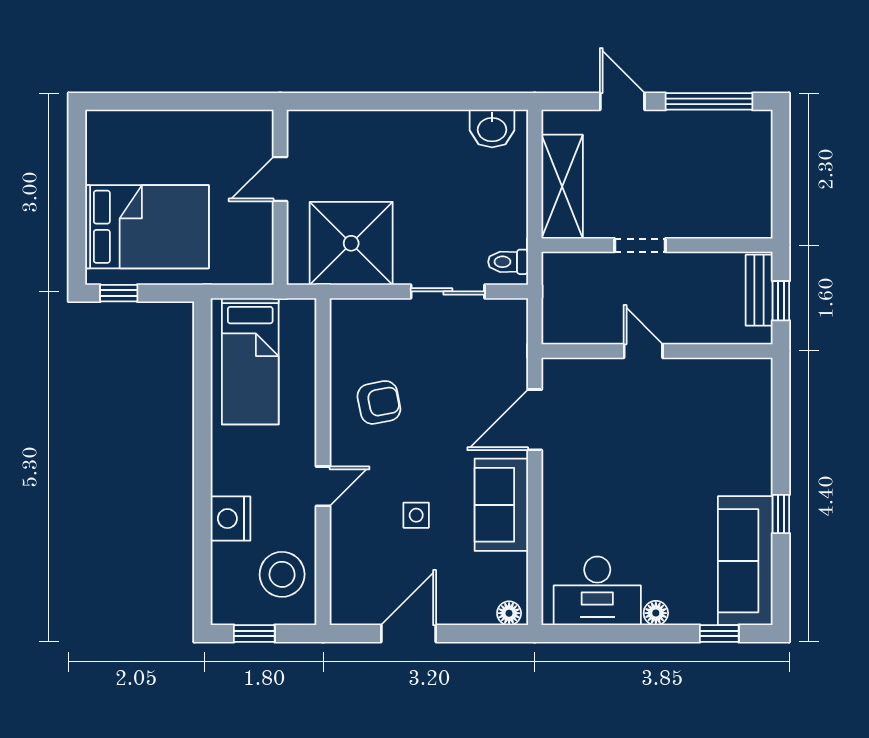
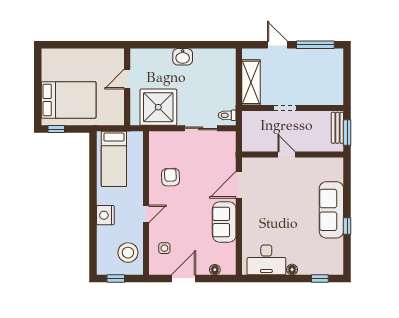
washbasin: (492, 128) -> (183, 57), moved
window: (781, 301) -> (347, 132), width x1.50
armchair: (379, 402) -> (170, 177), turned -81
side table: (416, 515) -> (164, 248), moved
nightstand: (231, 519) -> (105, 215), moved
sofa: (745, 561) -> (331, 210), moved
floor lamp: (509, 613) -> (215, 270), moved

